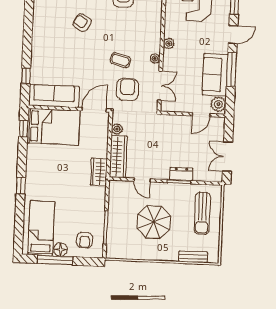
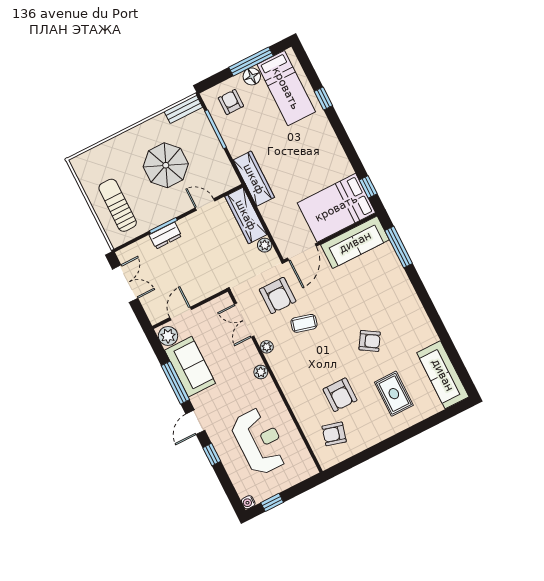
window: (26, 76) -> (399, 247), width x2.17
wardrobe: (99, 172) -> (254, 179), width x1.50
window: (21, 186) -> (323, 99), moved
bench: (193, 257) -> (183, 109), moved

